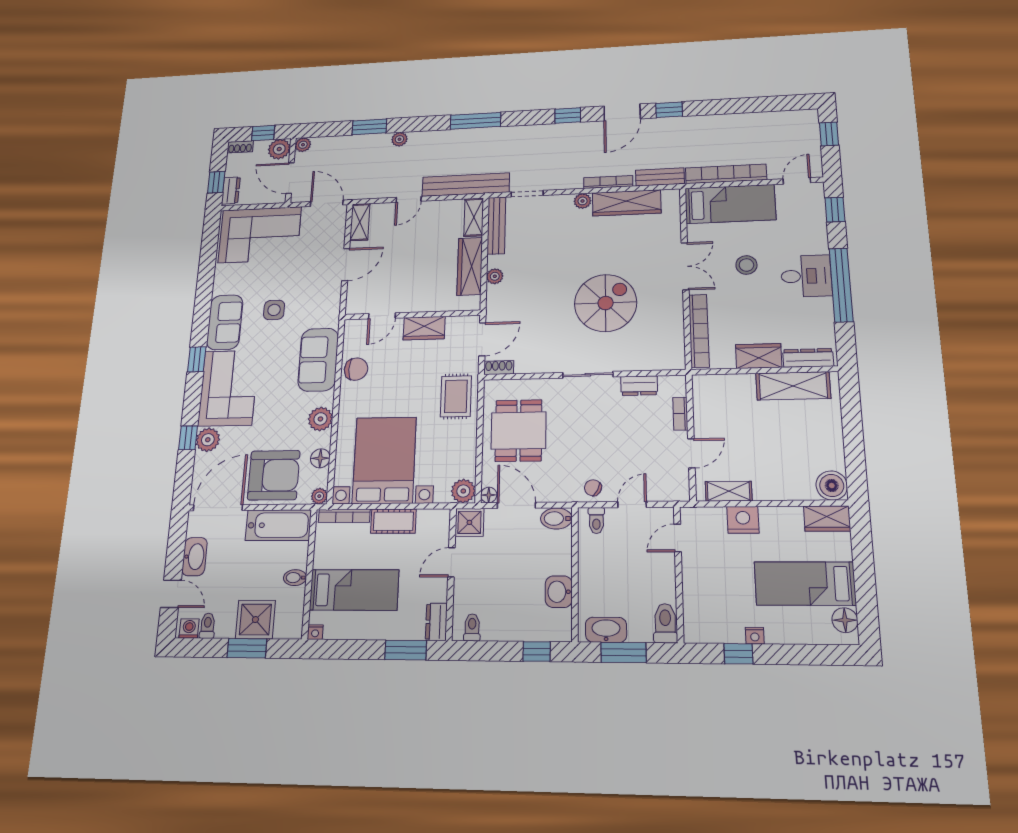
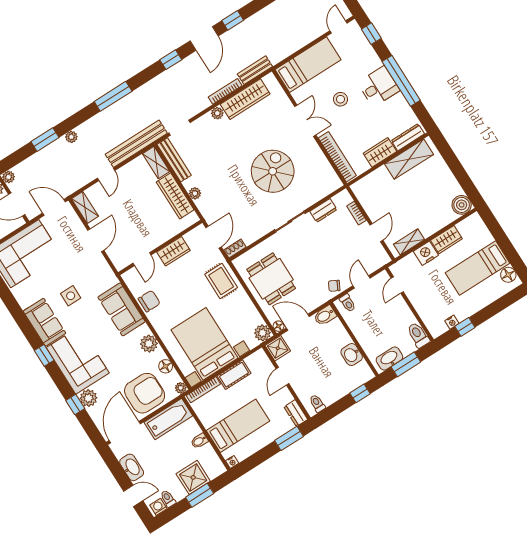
bookcase: (726, 174) -> (294, 46), removed
wardrobe: (827, 519) -> (446, 240), moved
nightstand: (755, 636) -> (452, 322), moved

